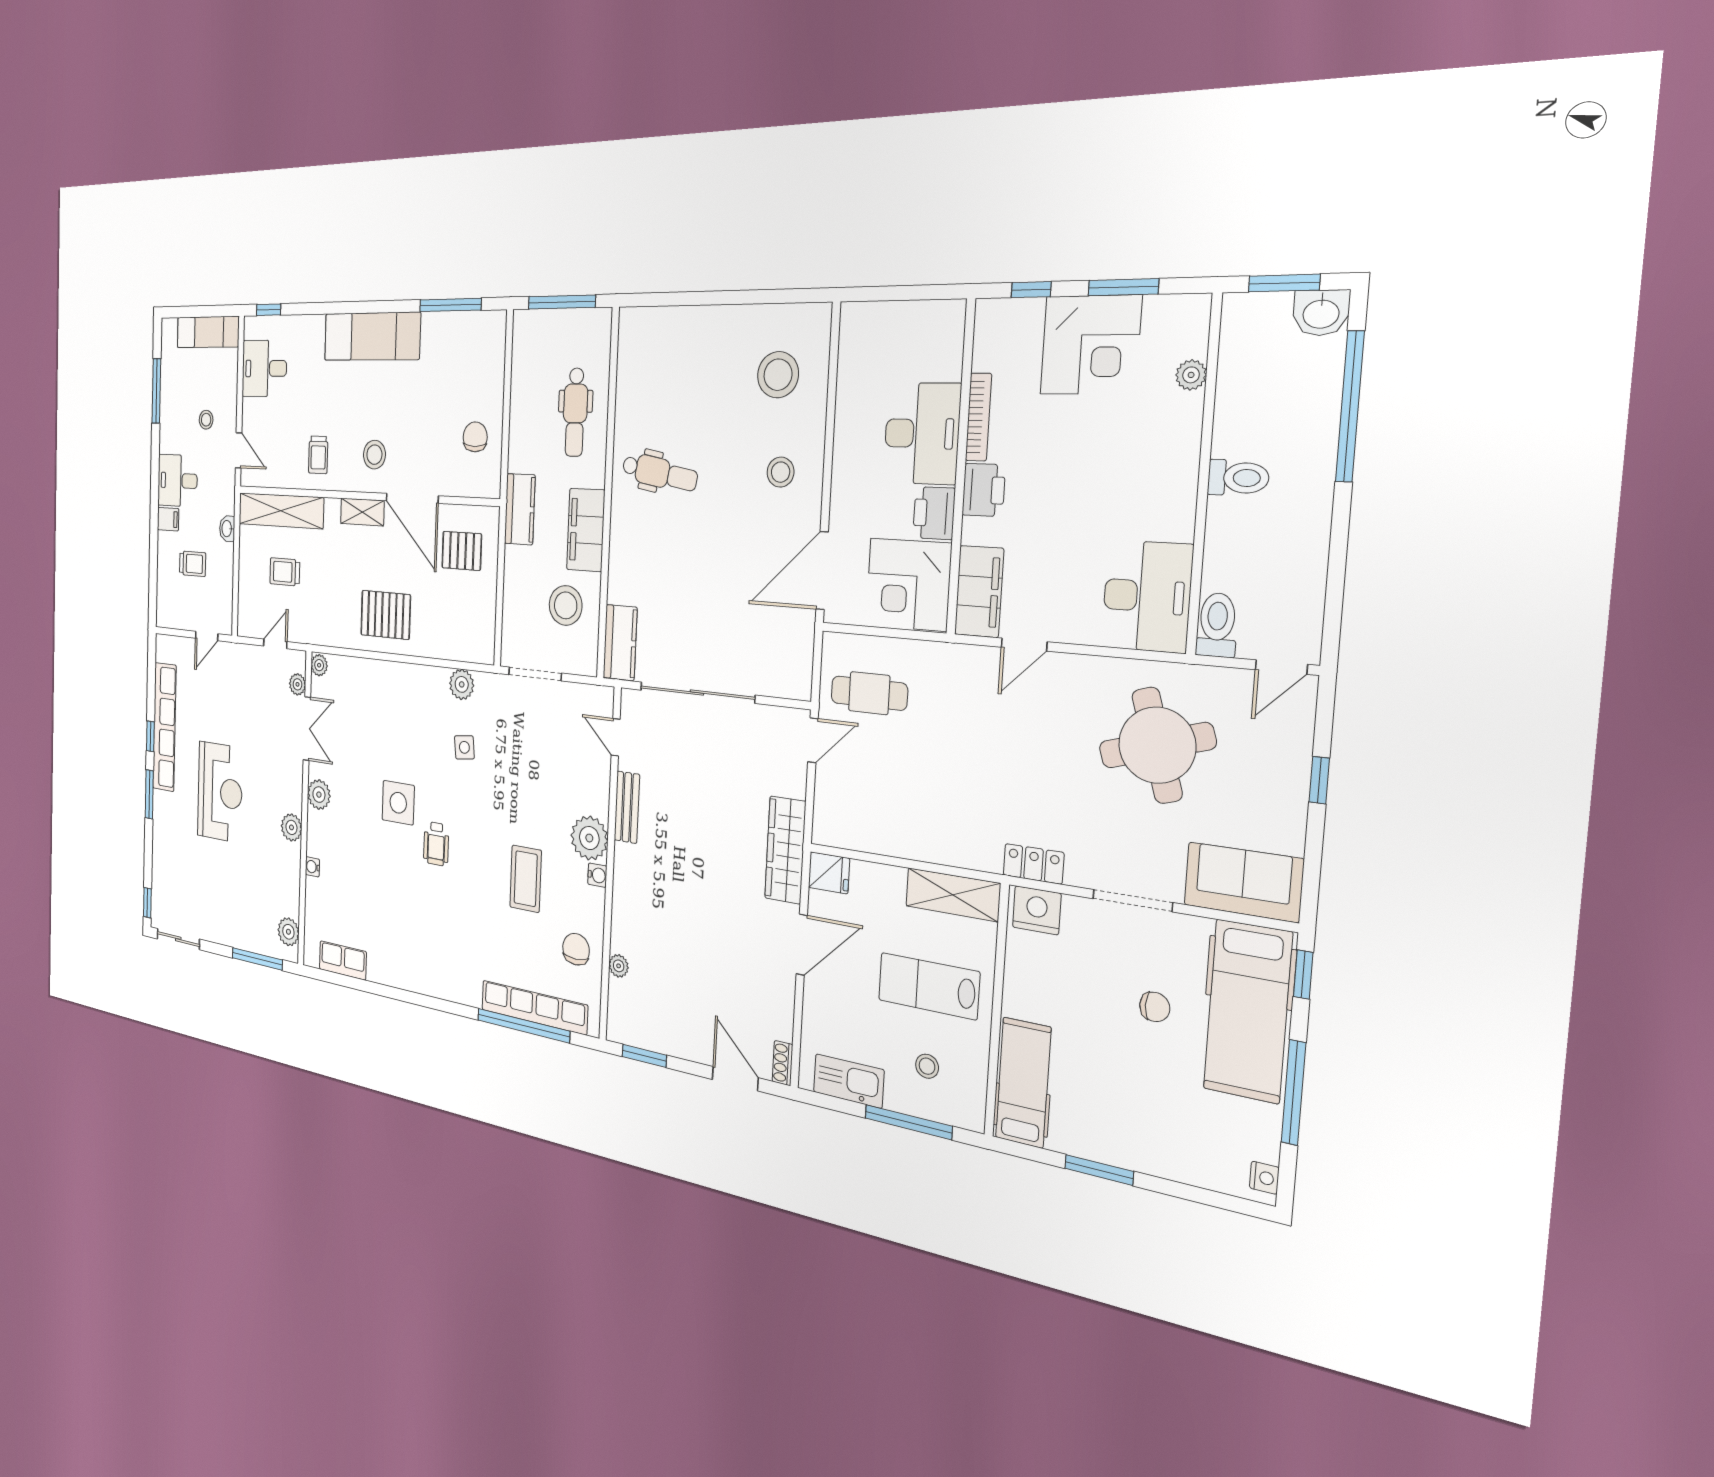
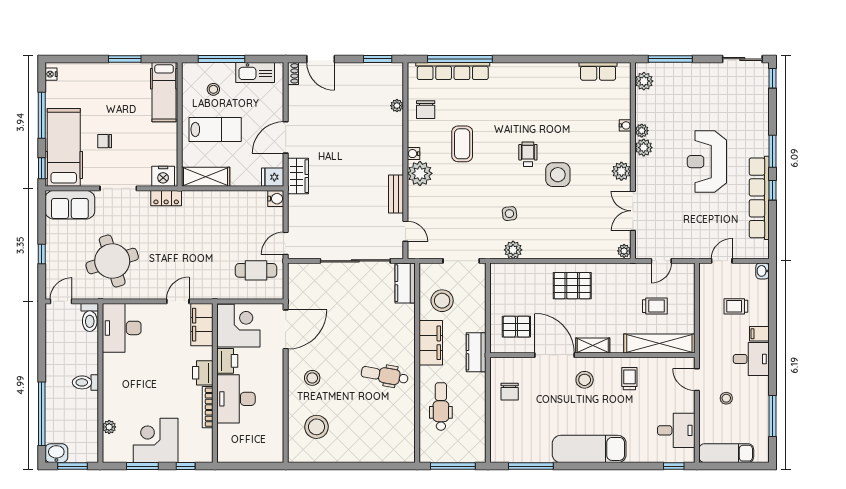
washbasin: (227, 529) -> (762, 271), moved, turned 180
plant: (297, 684) -> (642, 131), moved
water cooler: (826, 830) -> (276, 199), added
wardrobe: (785, 850) -> (298, 176), width x0.67

